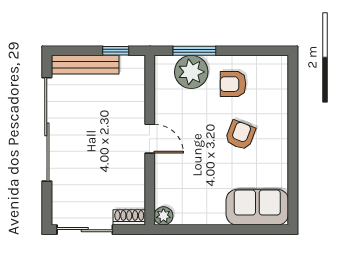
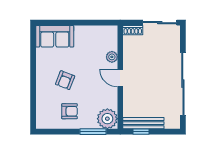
bench: (85, 65) -> (143, 123), moved
plant: (191, 72) -> (107, 119), moved
plant: (163, 216) -> (112, 57), moved

